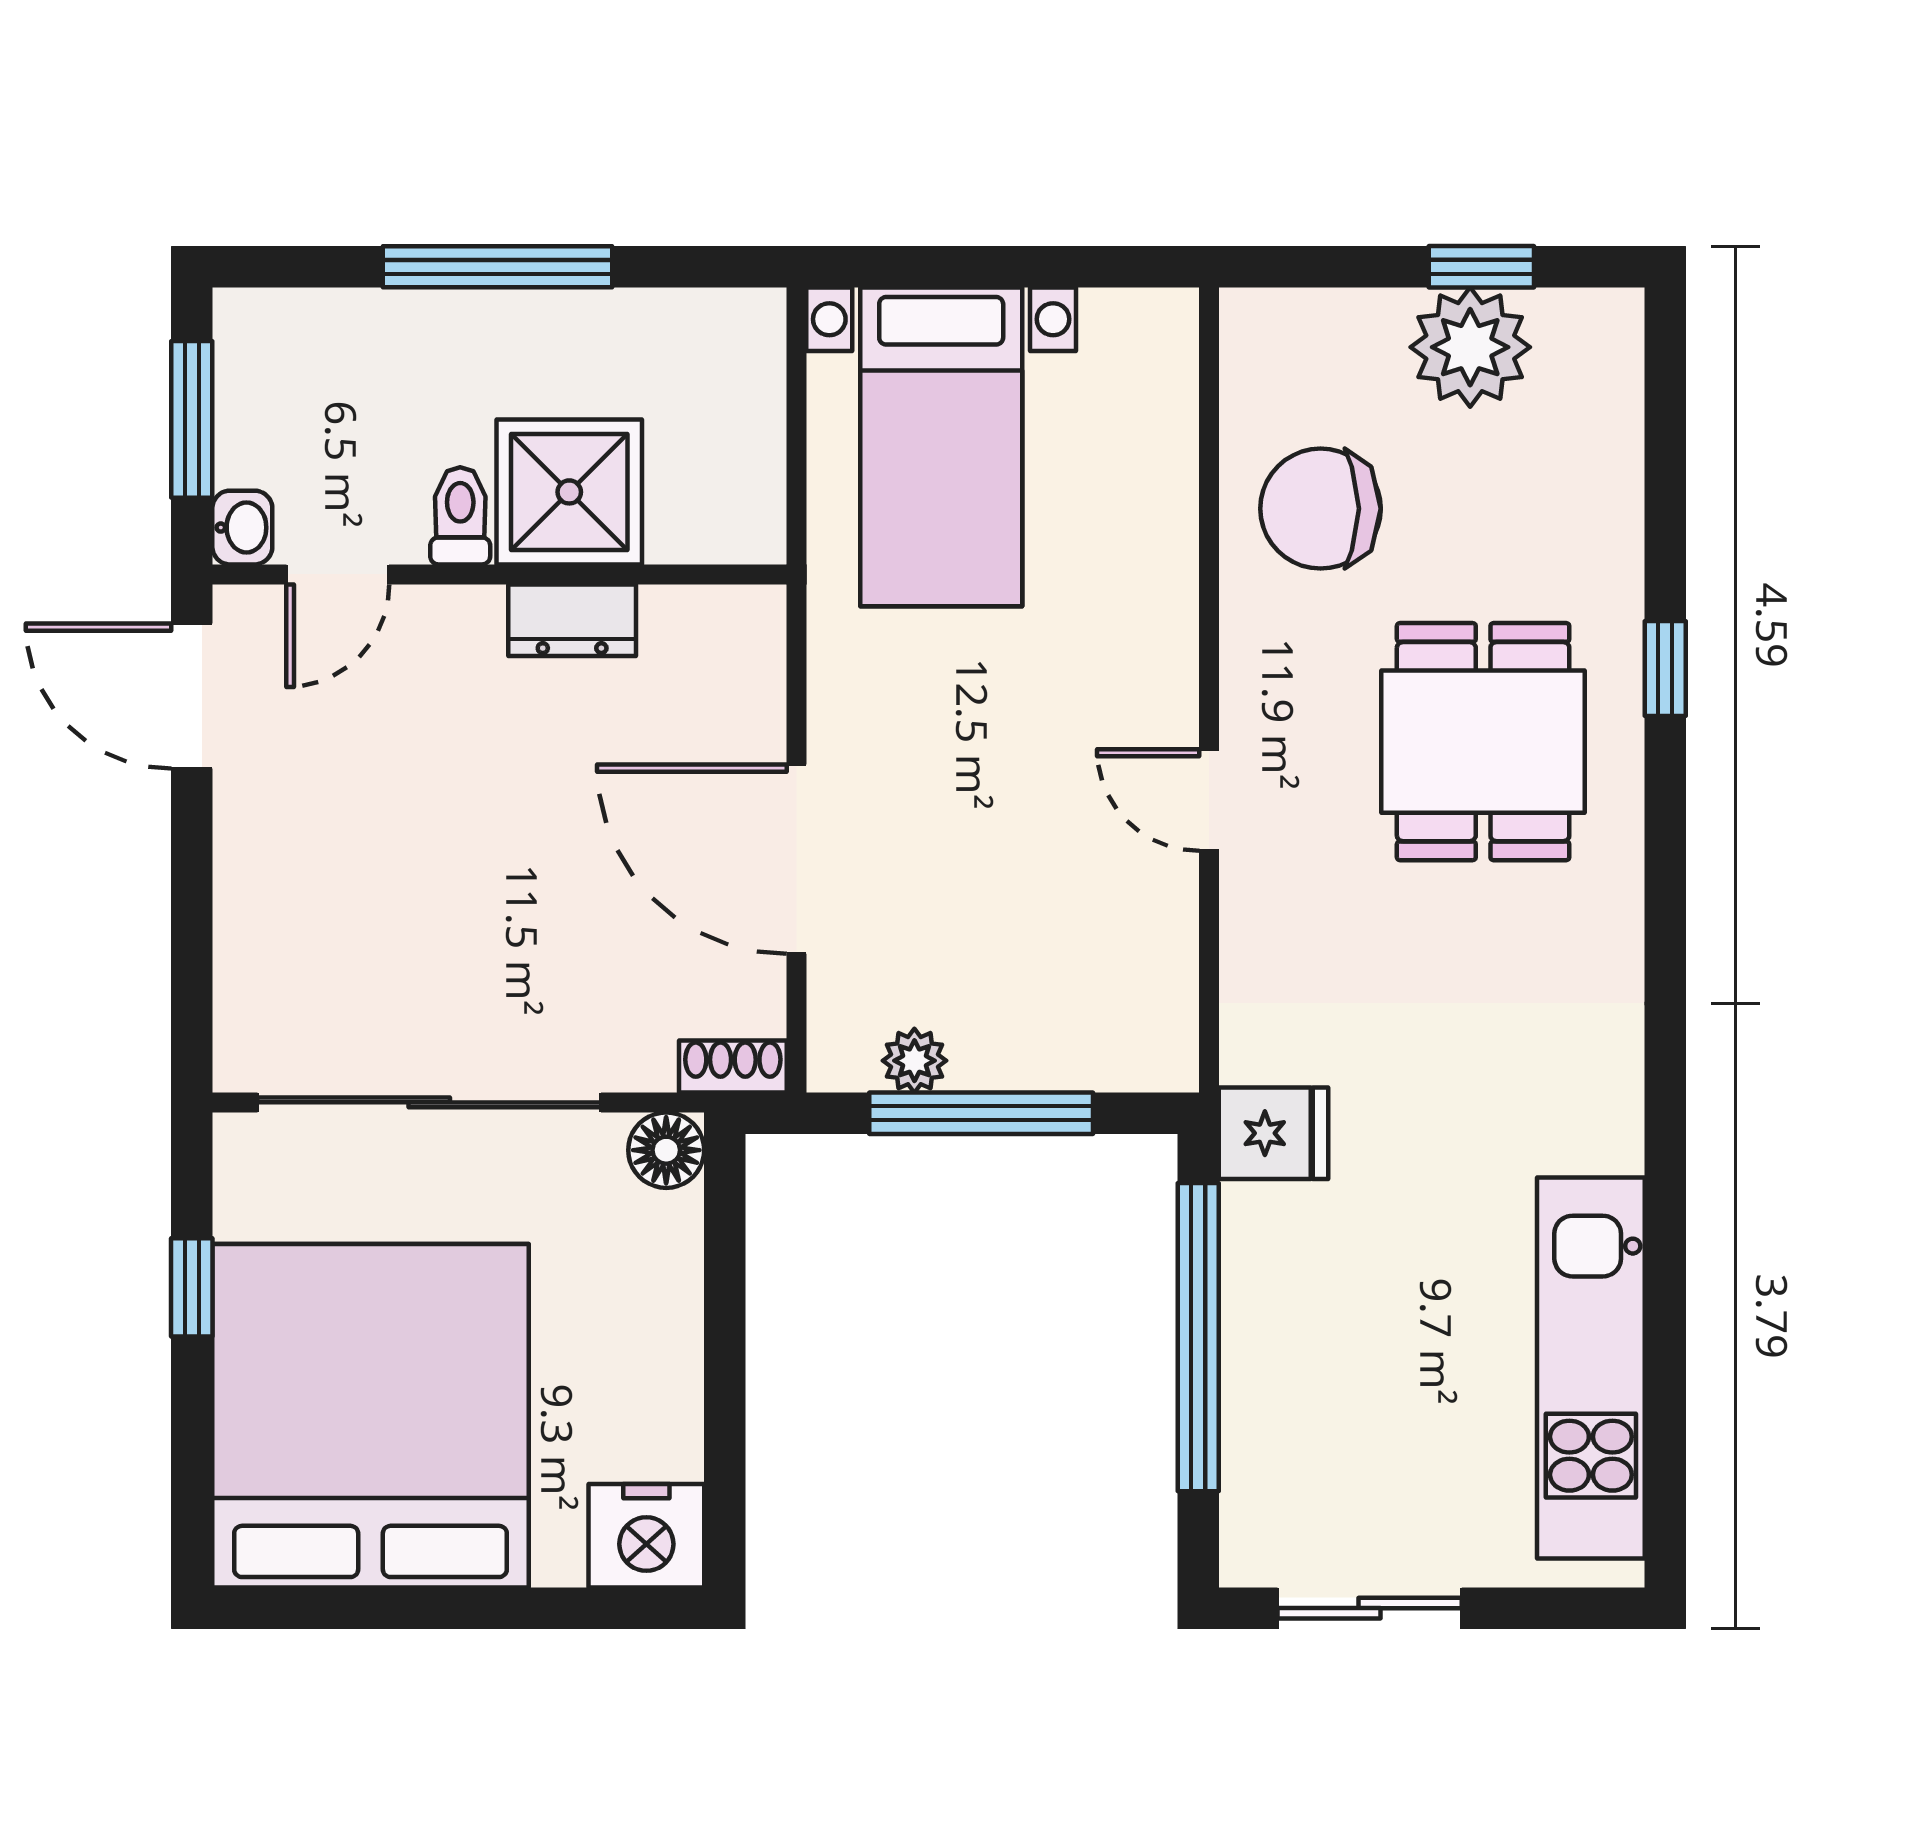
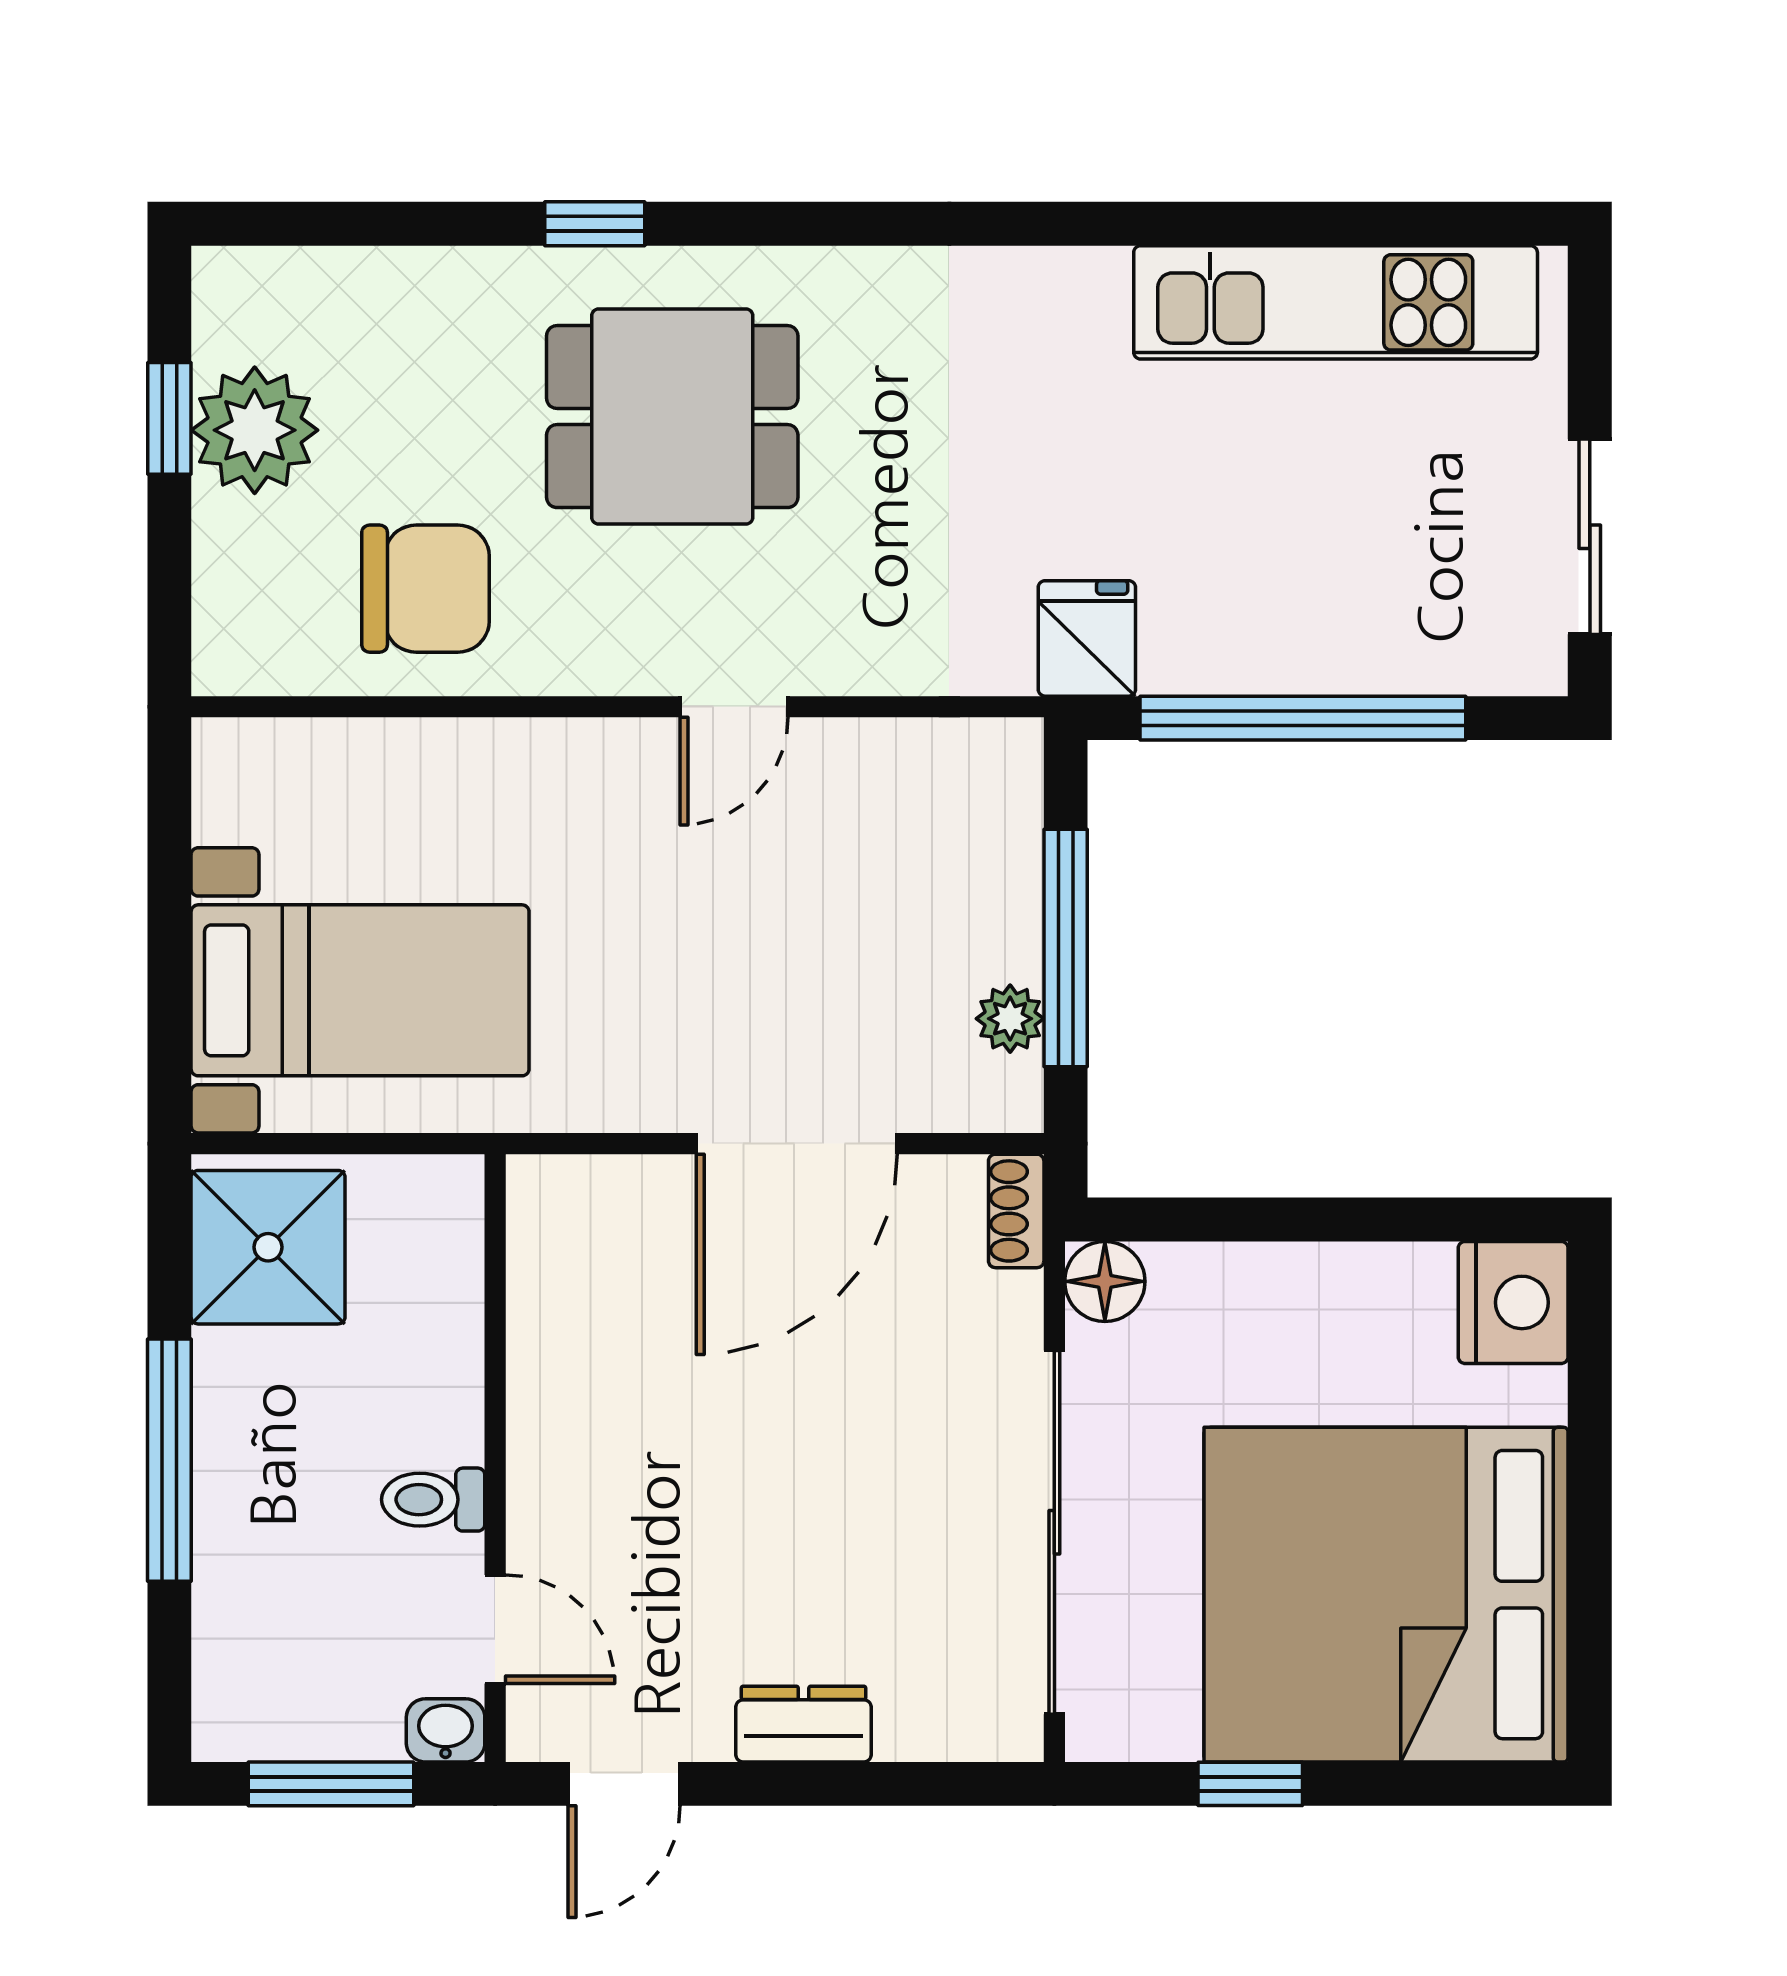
shower: (569, 492) -> (268, 1247), moved
chair: (1321, 509) -> (426, 589), turned -90
dresser: (572, 620) -> (804, 1724), moved, turned -90
door: (192, 696) -> (624, 1784), width x0.73

